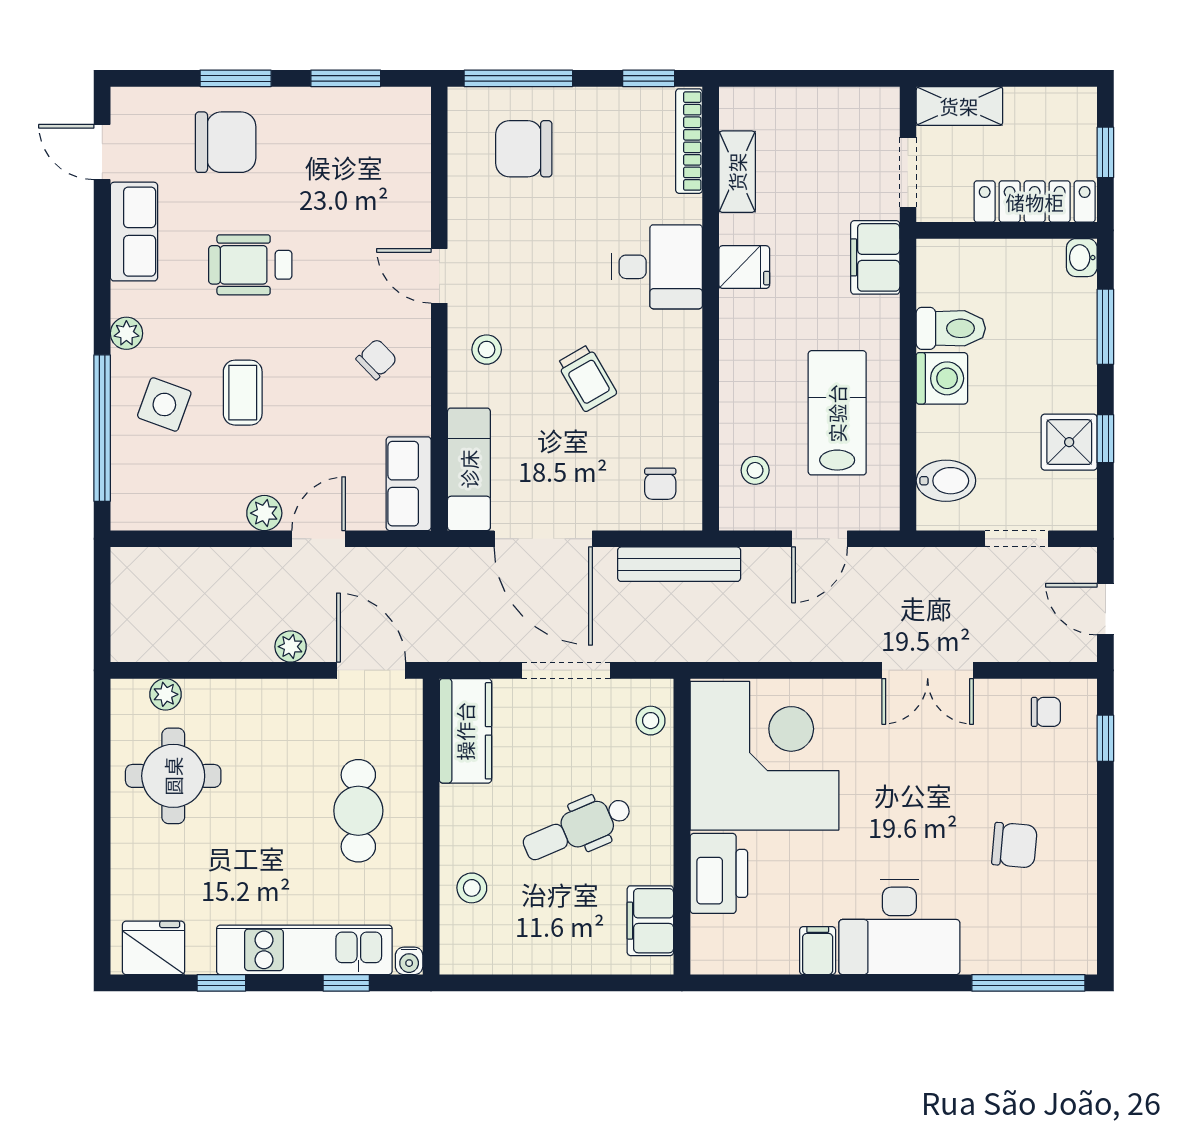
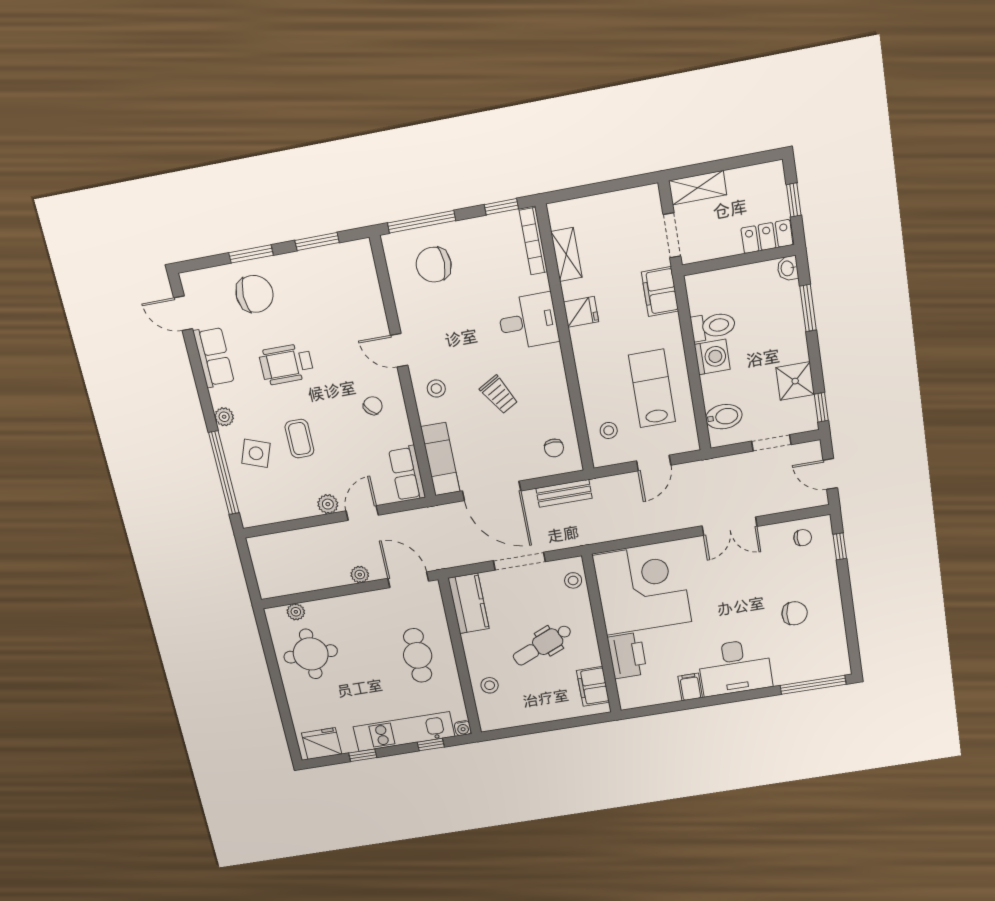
locker: (1035, 202) -> (767, 236), width x0.66
window: (1105, 439) -> (821, 407), moved
bench: (679, 564) -> (564, 493), width x0.73

